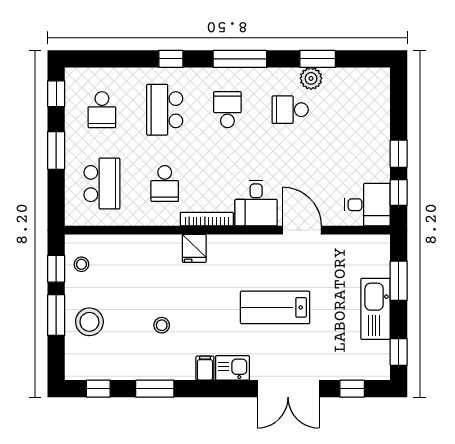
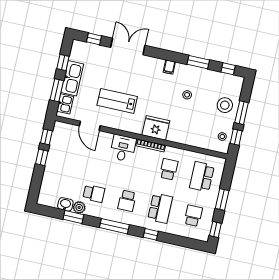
washbasin: (337, 79) -> (65, 204), added
desk: (367, 205) -> (64, 134), removed
door: (302, 230) -> (90, 126), moved
fridge: (194, 248) -> (156, 128), width x1.88, depth x1.34
lab bench: (275, 307) -> (117, 101), moved, turned 180
window: (399, 352) -> (63, 63), moved
kitchen sink: (233, 368) -> (65, 104), moved, turned -90

